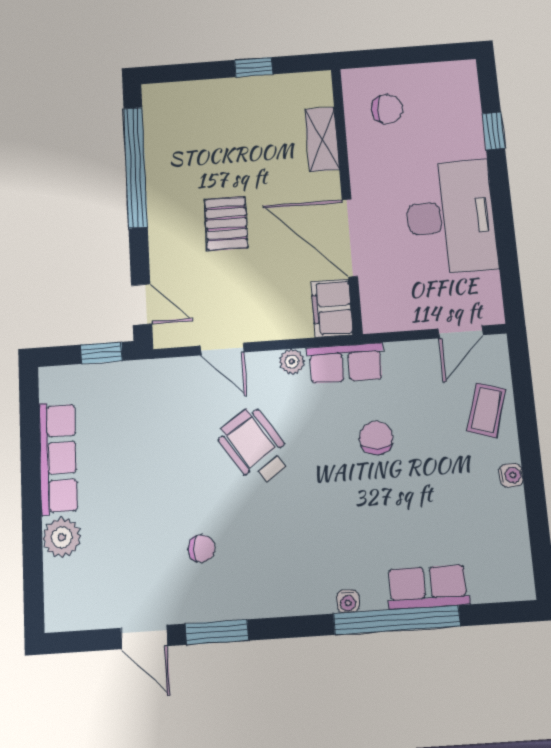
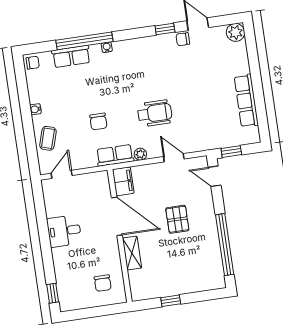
chair: (387, 109) -> (103, 283), turned -90
window: (493, 131) -> (53, 293), moved
shelving: (322, 139) -> (132, 253), moved
desk: (451, 217) -> (64, 231), width x0.53, depth x0.77
wheelchair: (255, 446) -> (155, 113), turned -56
plant: (62, 537) -> (236, 32), moved
chair: (201, 548) -> (183, 39), moved
chair: (514, 580) -> (33, 63), added
window: (217, 632) -> (165, 29), width x0.67

